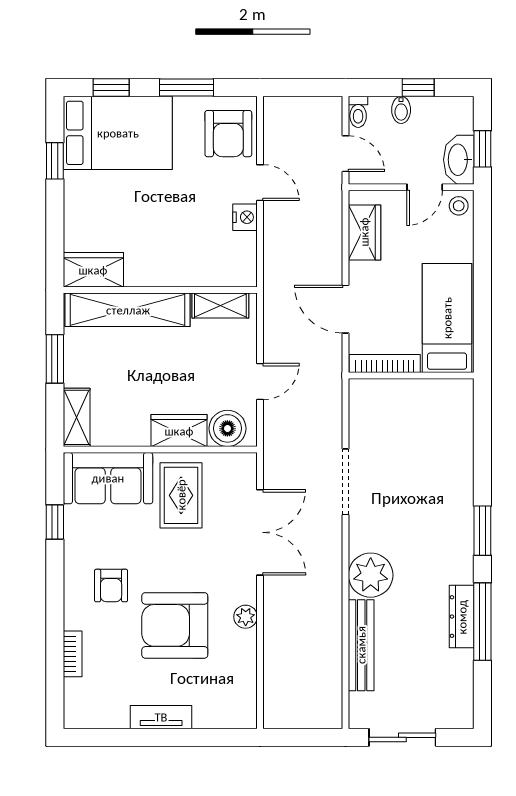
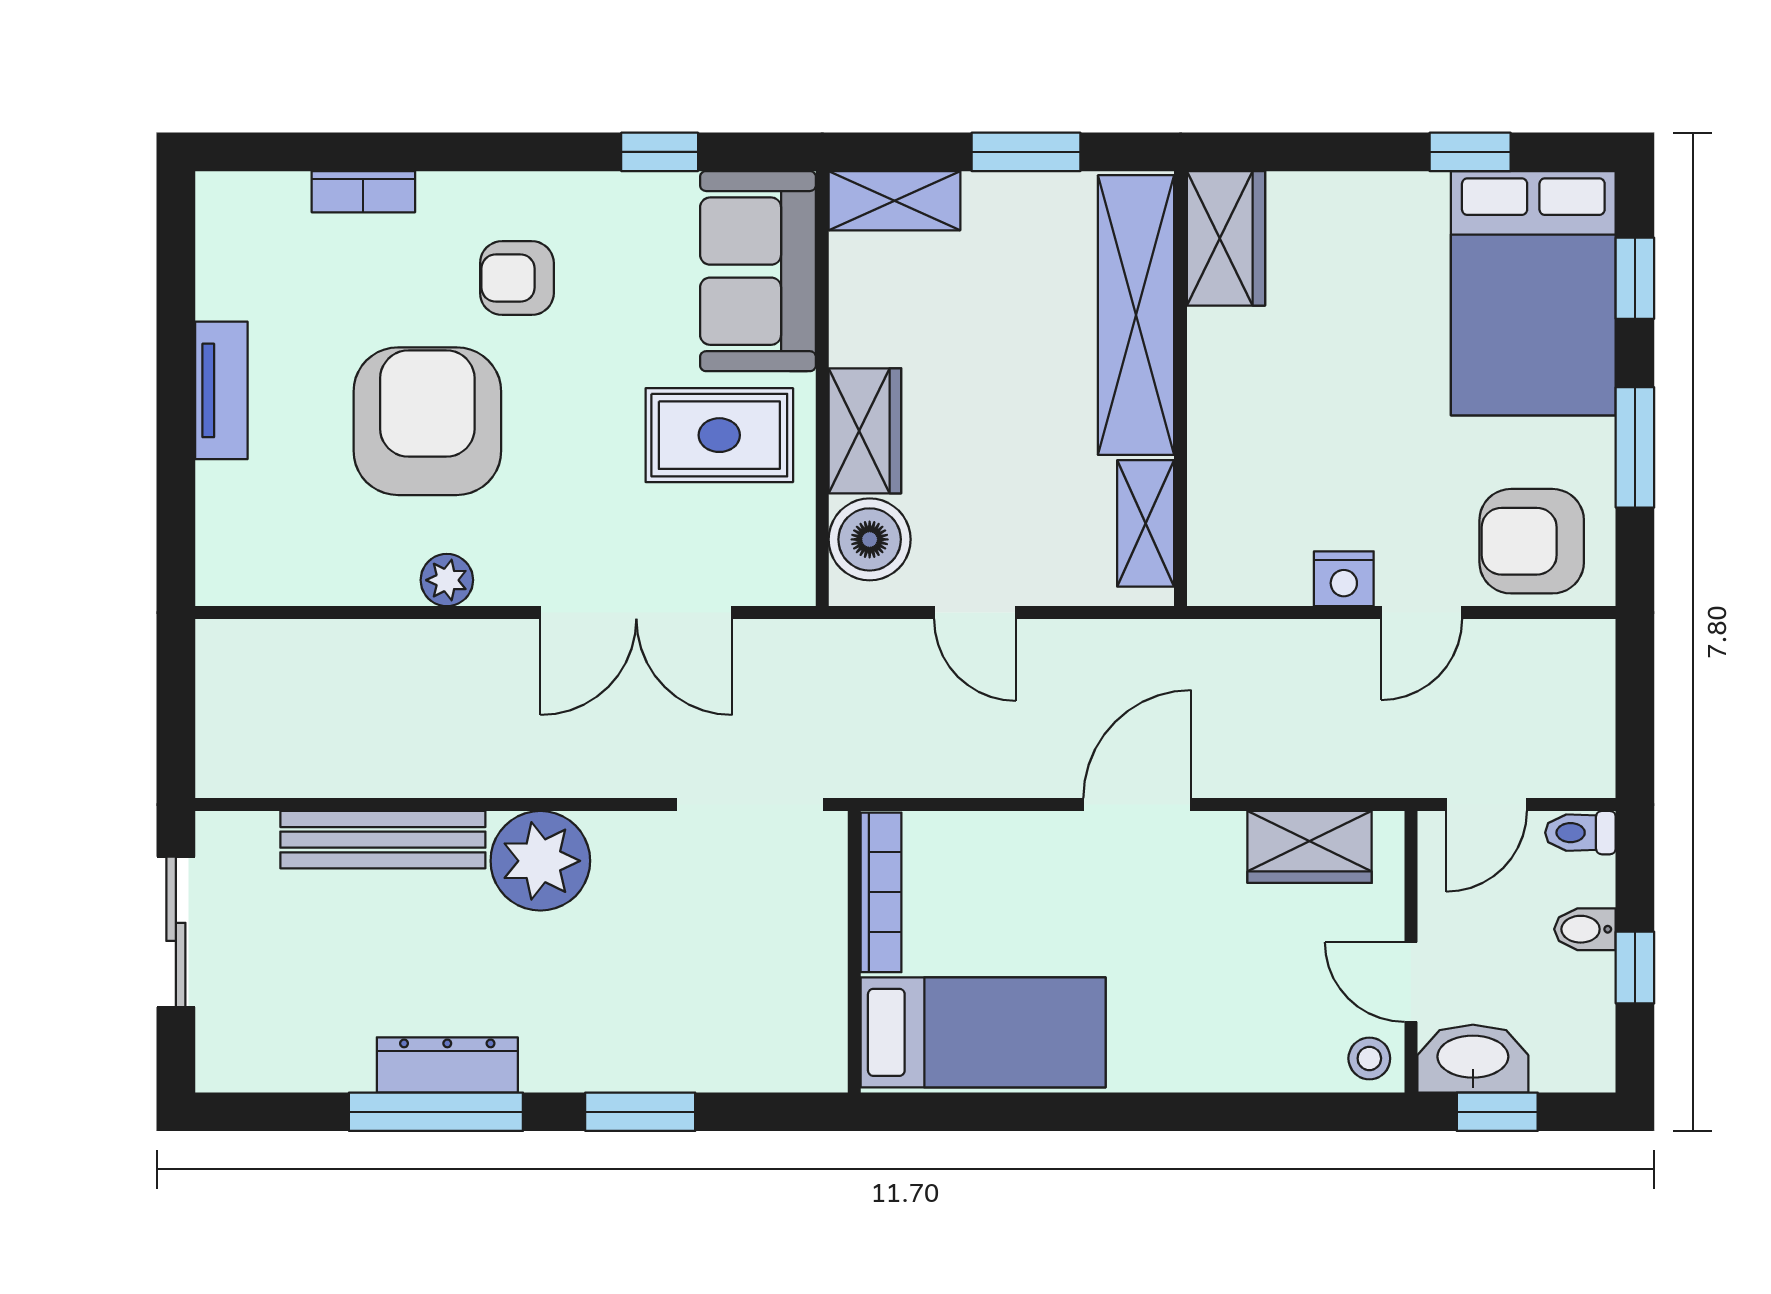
bed: (447, 318) -> (983, 1032), moved
bookcase: (385, 363) -> (881, 892), moved
wall: (411, 375) -> (854, 952), moved

